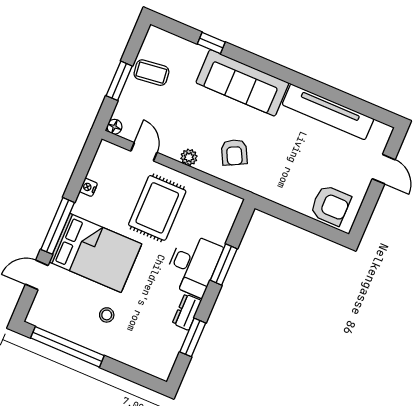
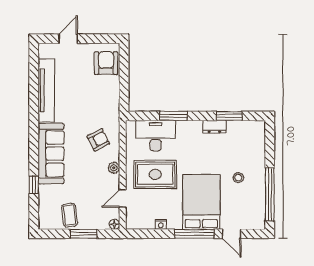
desk: (193, 265) -> (156, 136), moved

